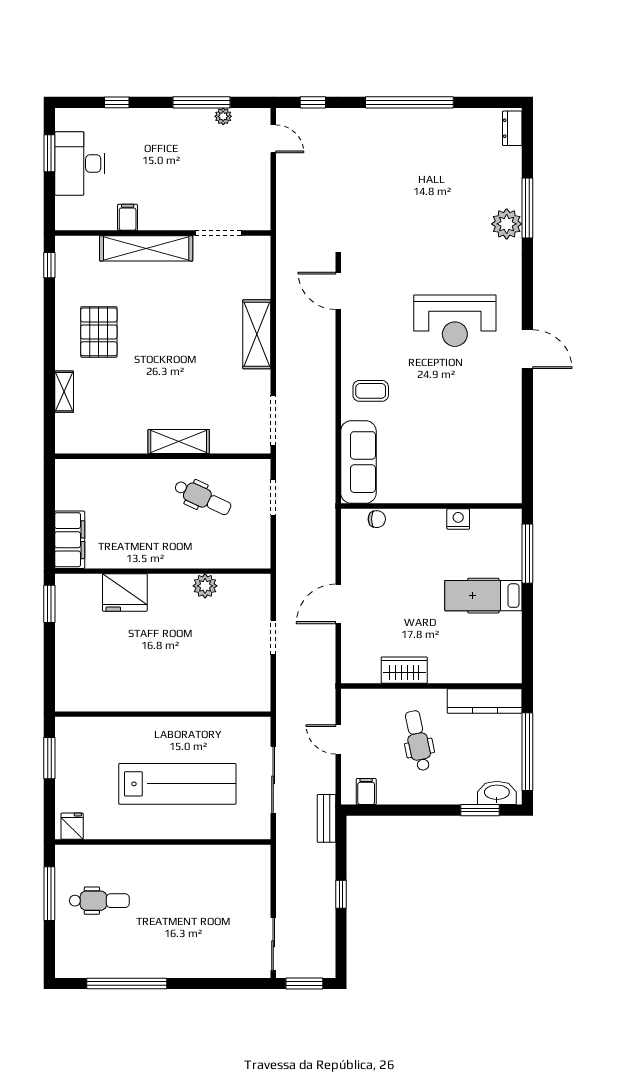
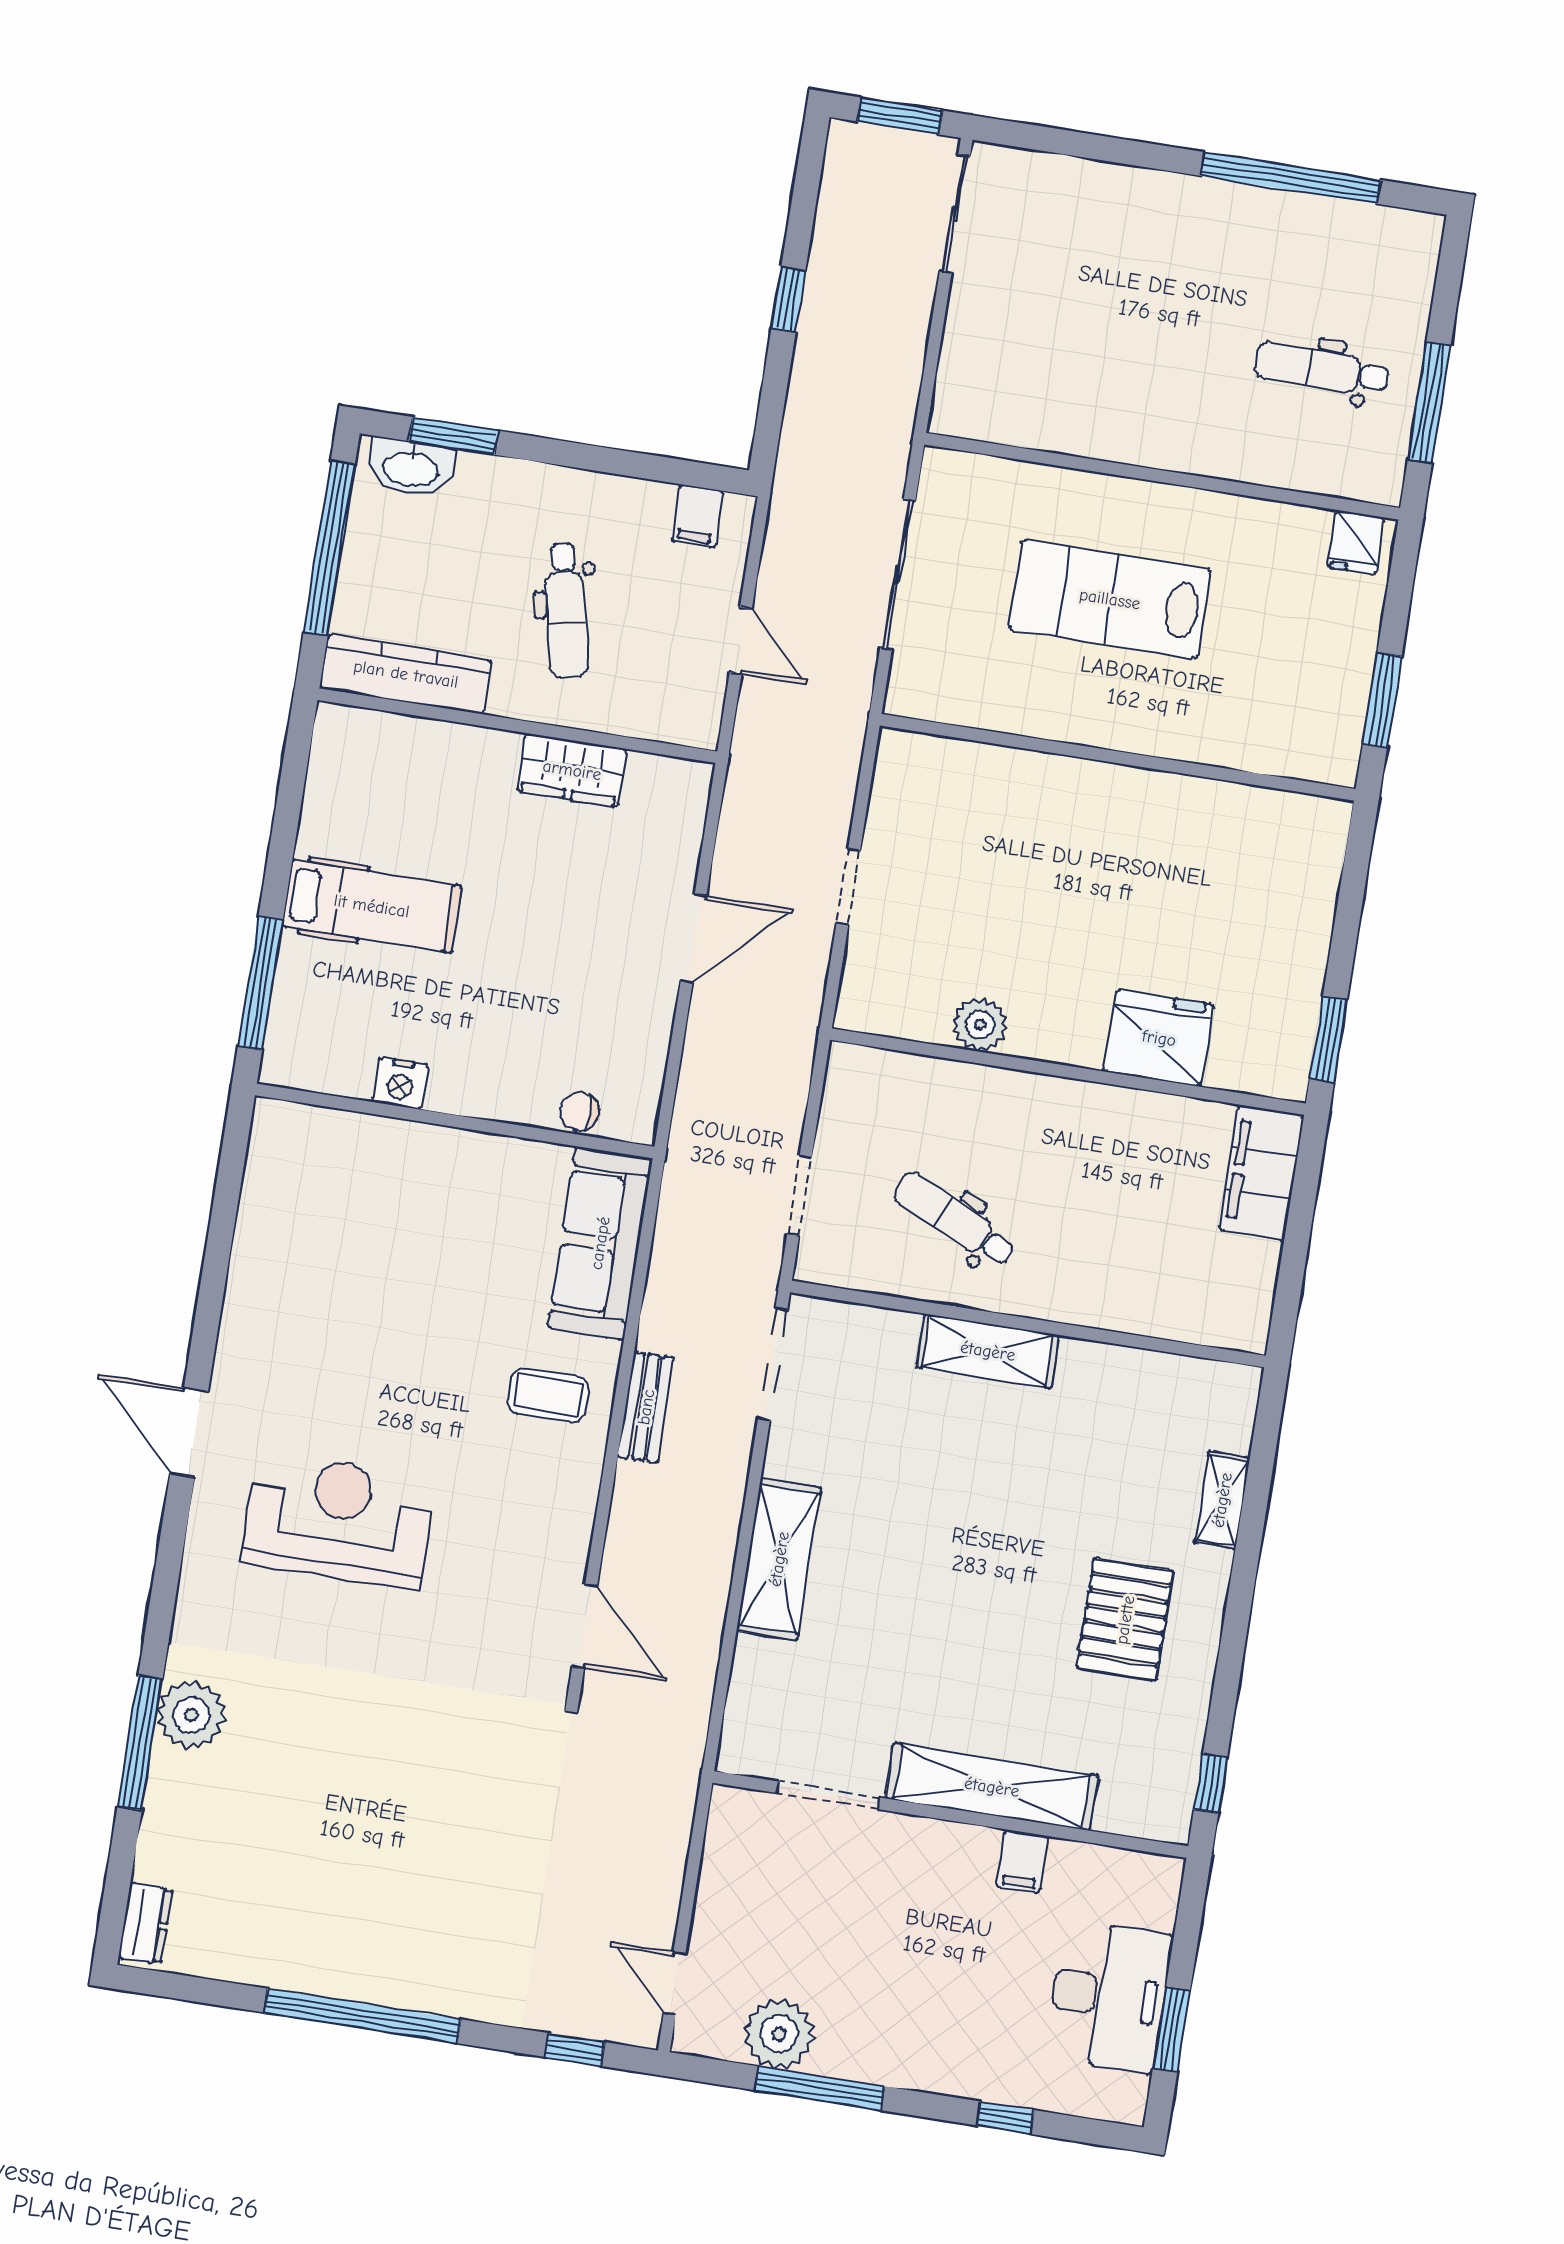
plant: (223, 116) -> (779, 2034), width x1.88, depth x1.88
lab bench: (177, 784) -> (1110, 599), width x0.73
bench: (326, 818) -> (646, 1407), moved

